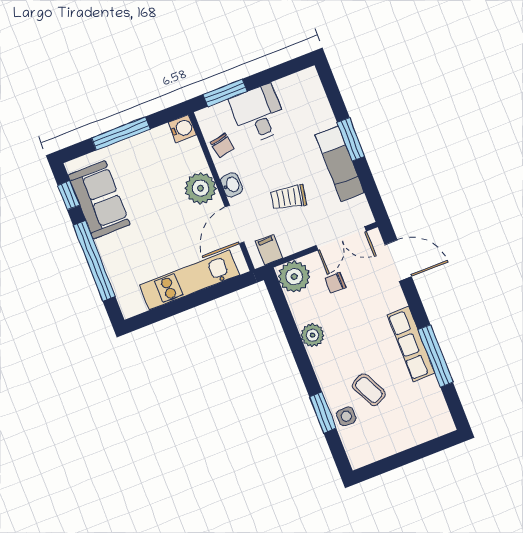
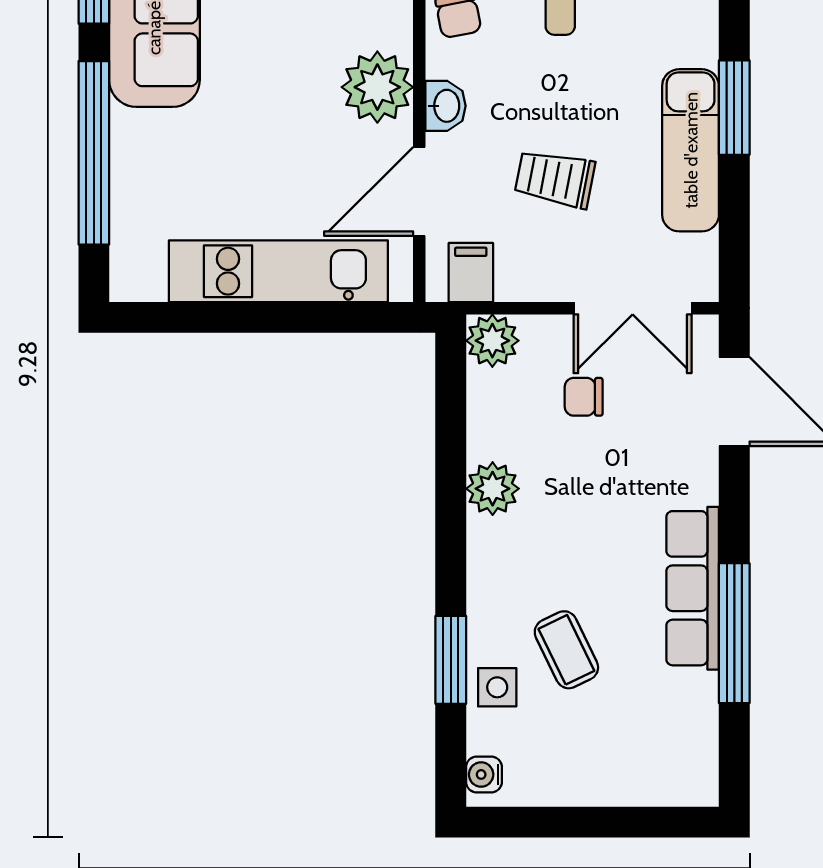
plant: (294, 277) -> (492, 341), width x0.73, depth x0.73
water cooler: (355, 454) -> (484, 774), added

